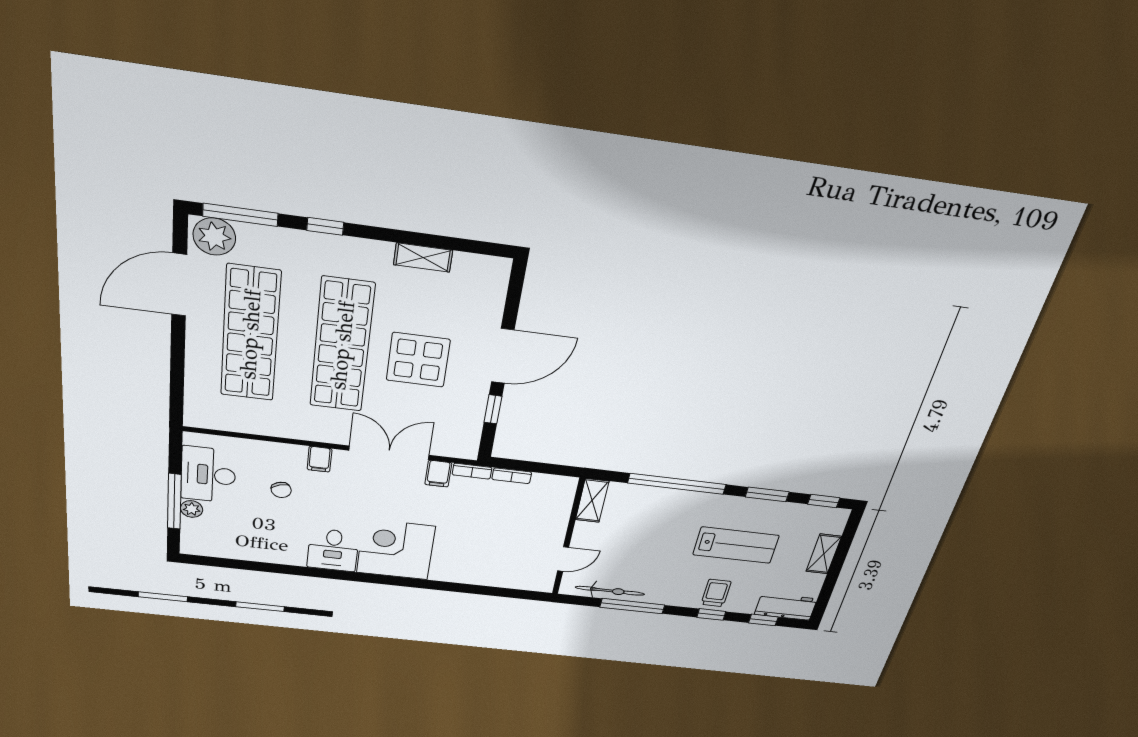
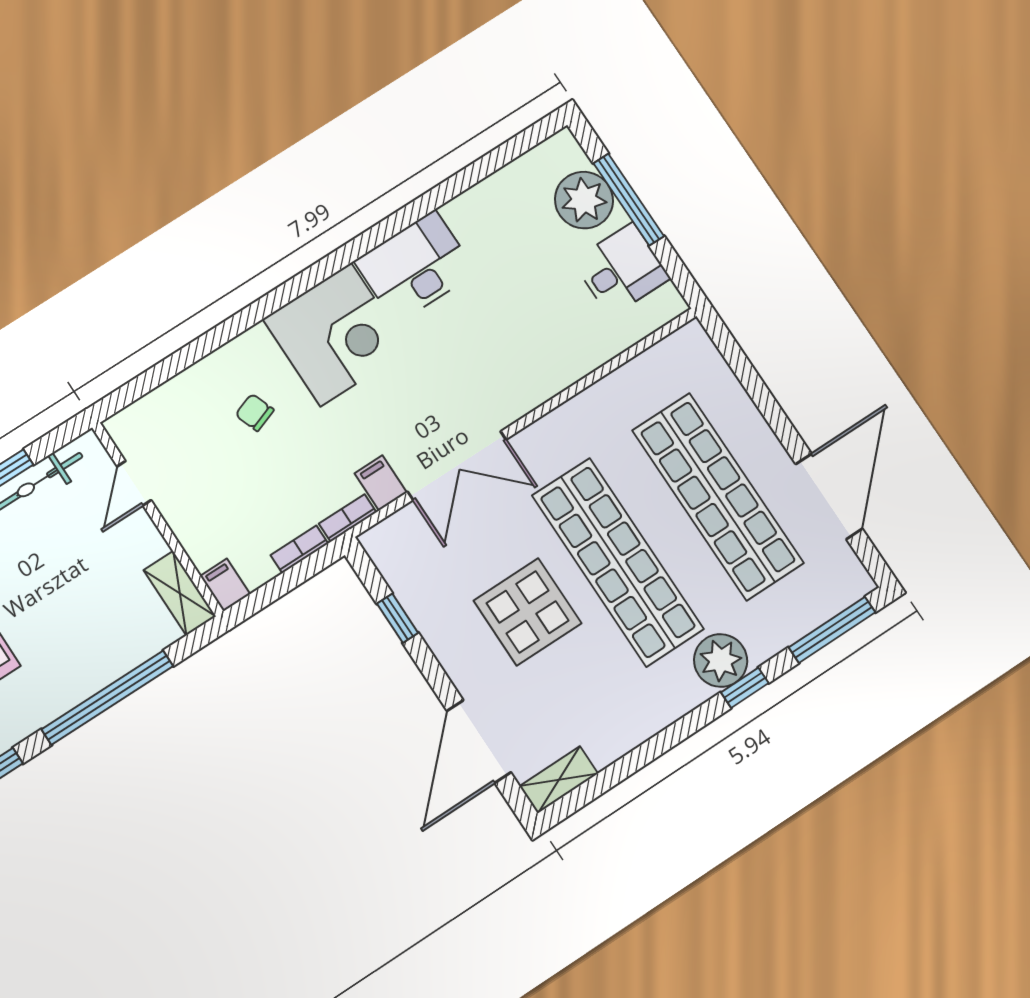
plant: (214, 237) -> (721, 660), moved
shelving: (423, 257) -> (559, 780), moved
door: (503, 356) -> (479, 742), moved
filing cabinet: (319, 459) -> (225, 585), moved
desk: (208, 475) -> (621, 270), width x0.73
chair: (281, 490) -> (255, 412), moved
plant: (192, 509) -> (584, 200), width x1.88, depth x1.88
desk: (333, 550) -> (415, 267), width x1.37

